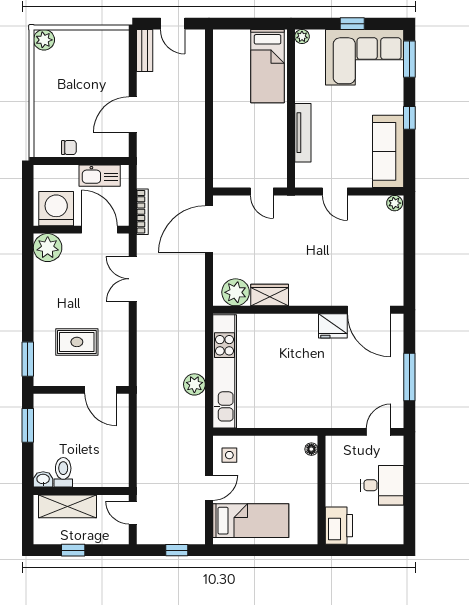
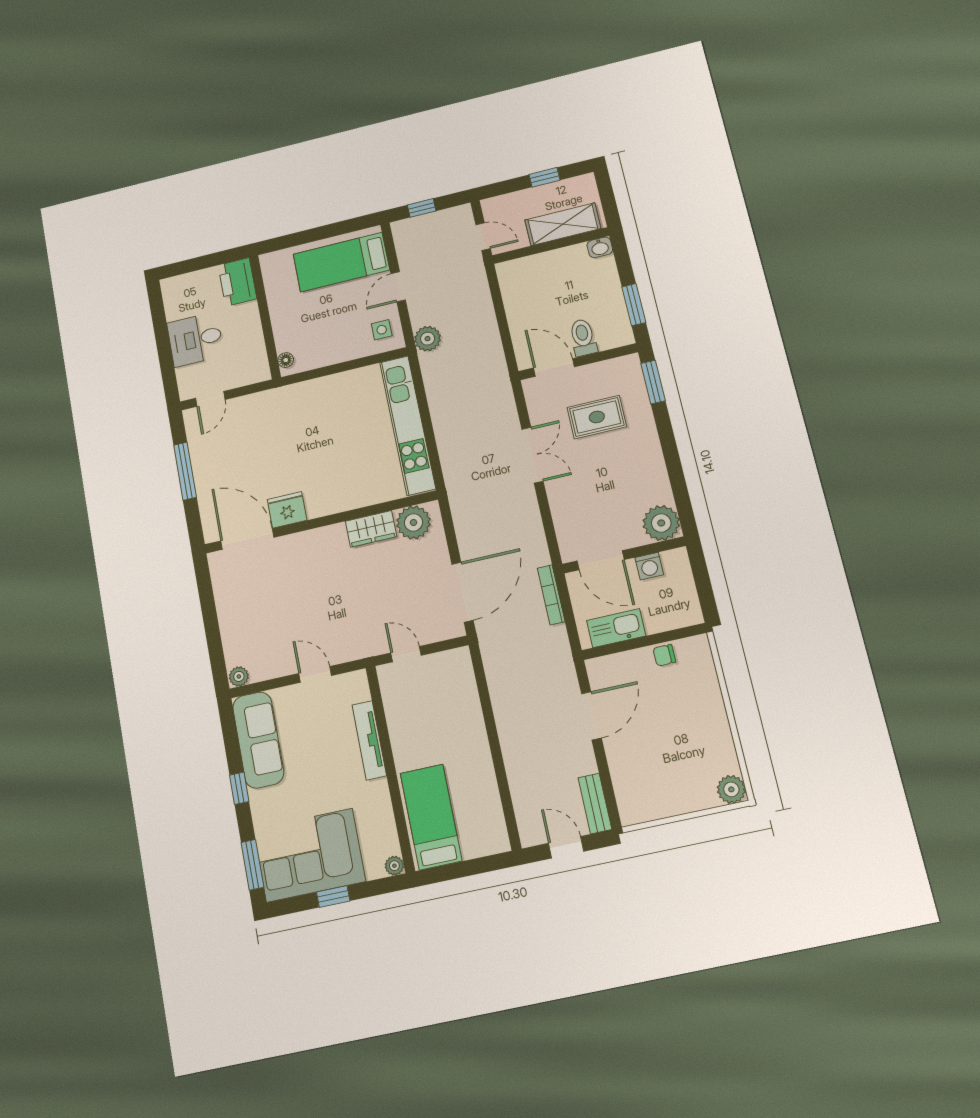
washing machine: (56, 209) -> (649, 566), width x0.53, depth x0.53
double door: (133, 279) -> (532, 455), moved
plant: (194, 384) -> (428, 339), moved
toilet: (63, 472) -> (583, 337), moved, turned 180

